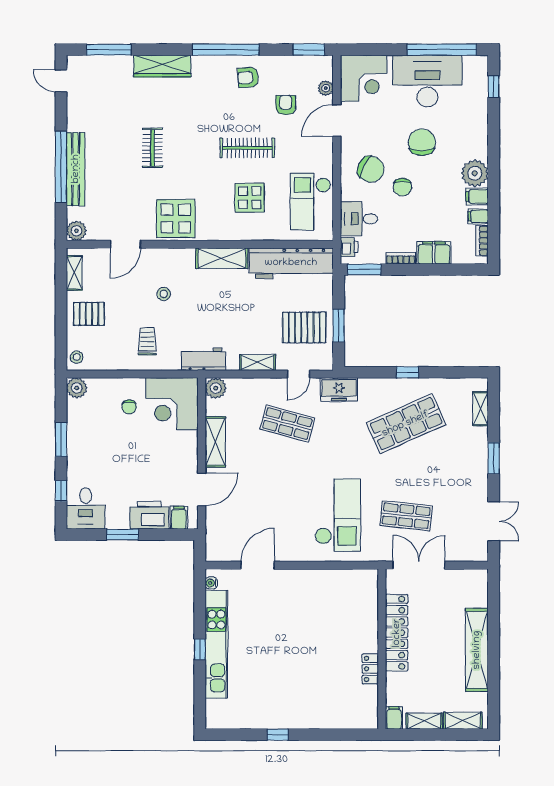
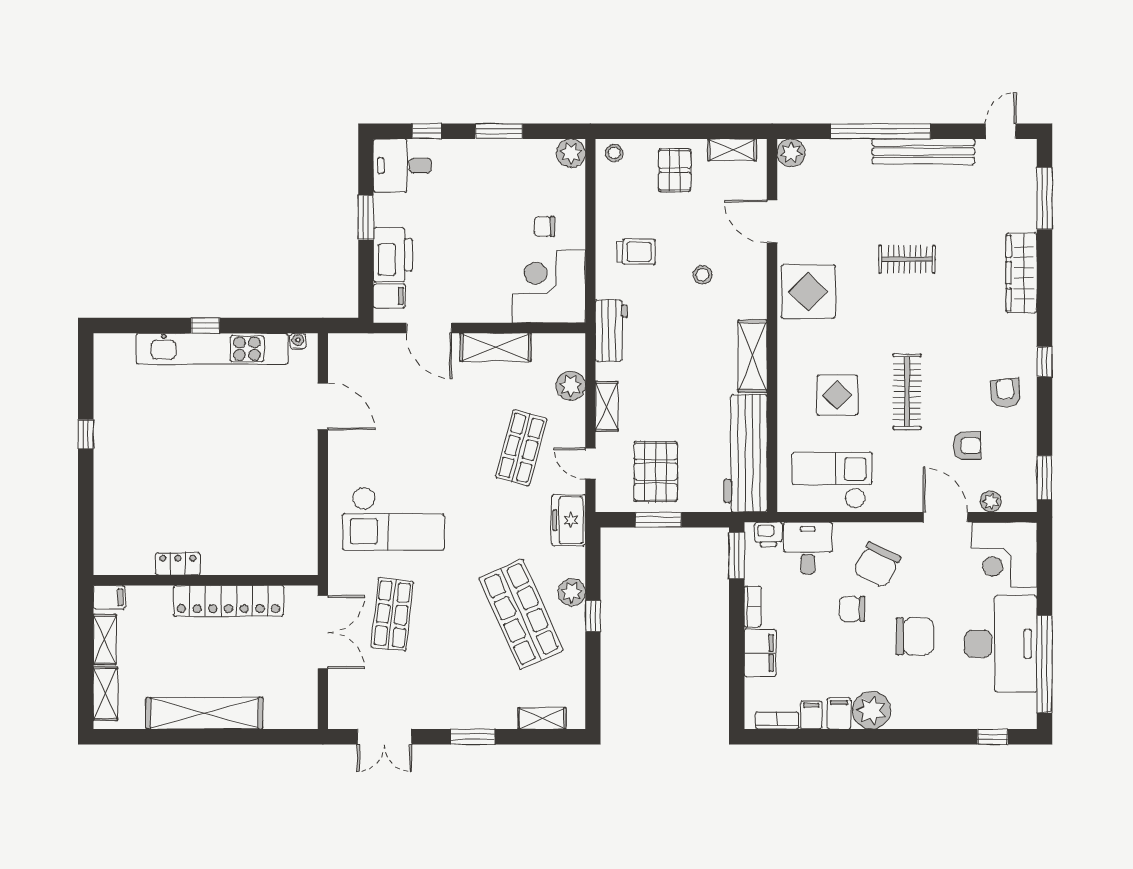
window: (226, 50) -> (1044, 362), width x0.32
bench: (76, 169) -> (923, 152), moved
plant: (391, 387) -> (572, 592), added
plant: (216, 388) -> (571, 386), moved

